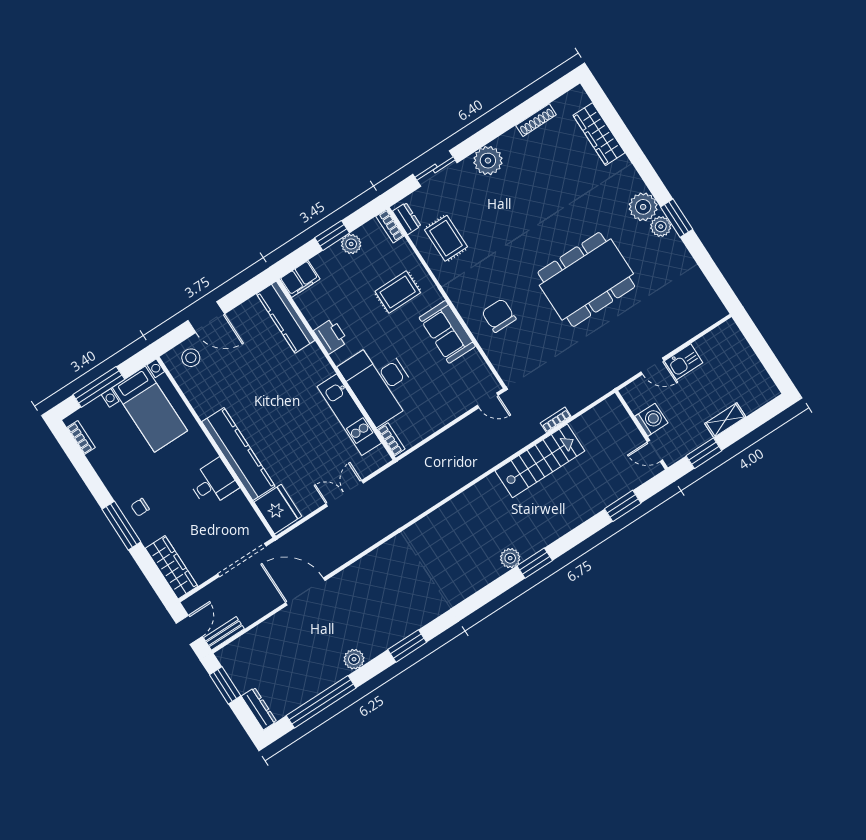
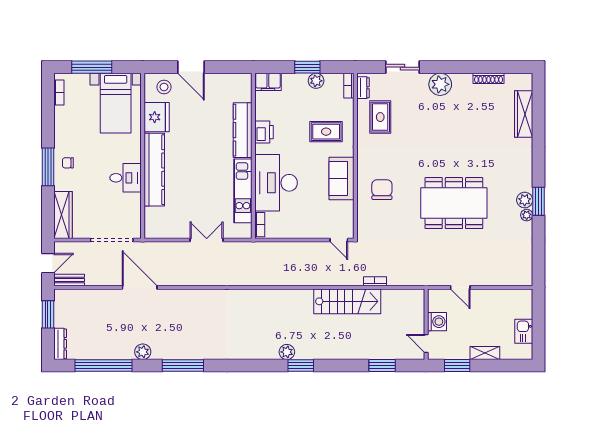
plant: (643, 207) -> (527, 215), moved, width x0.53, depth x0.53
kitchen counter: (286, 317) -> (243, 130), moved
kitchen sink: (684, 362) -> (524, 331), moved, turned 90
fridge: (278, 509) -> (157, 117), moved
window: (407, 646) -> (183, 366), width x1.44

